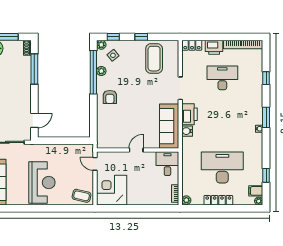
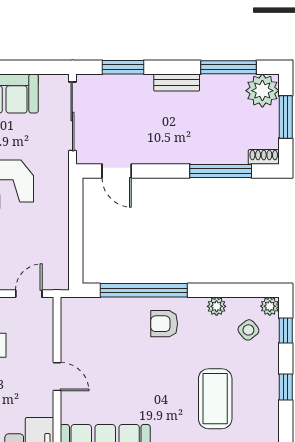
coffee table: (154, 59) -> (215, 399), moved, turned 90
window: (93, 72) -> (144, 290), moved

